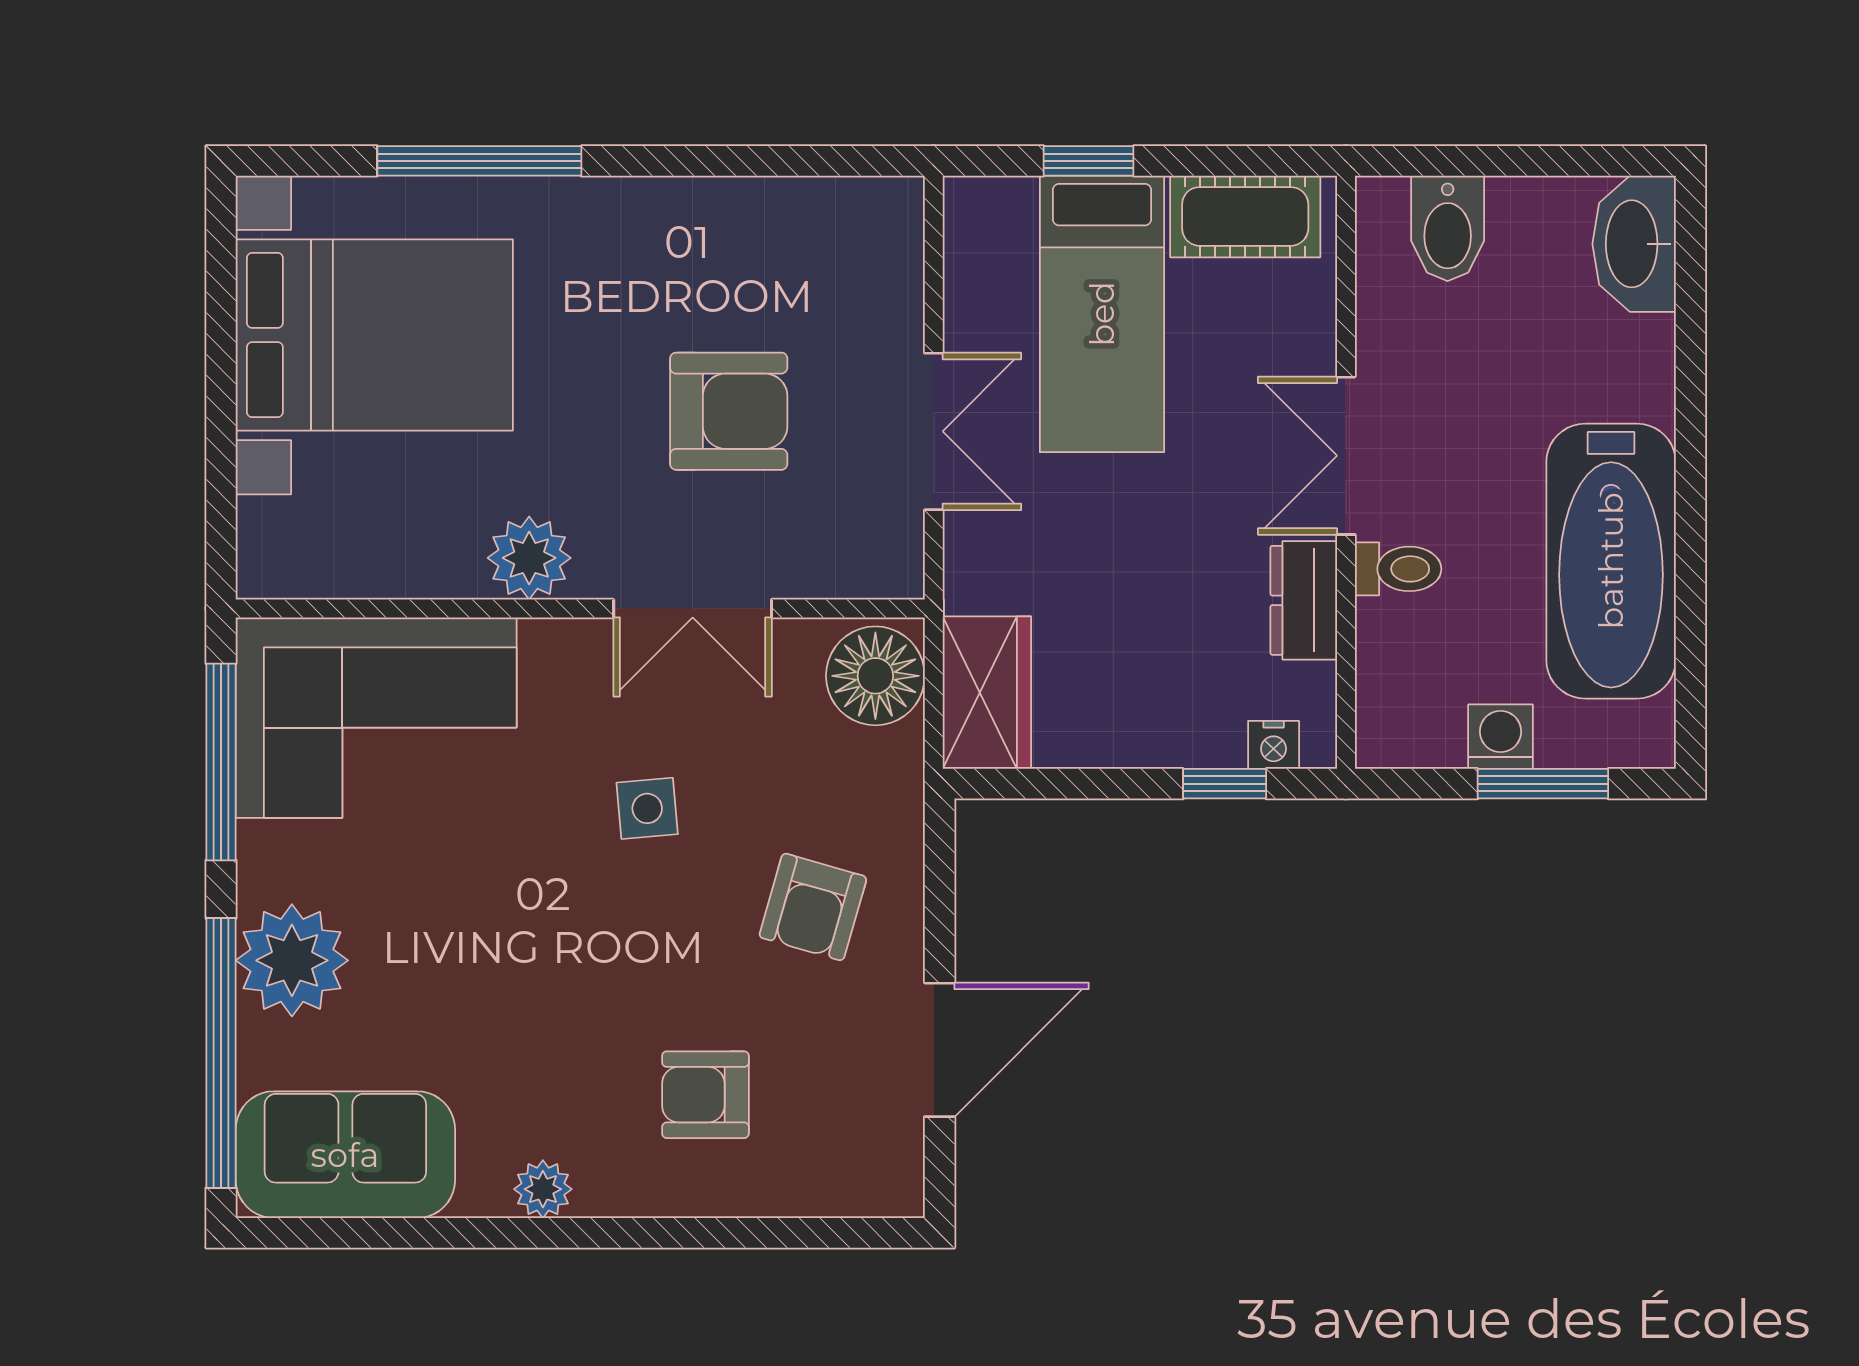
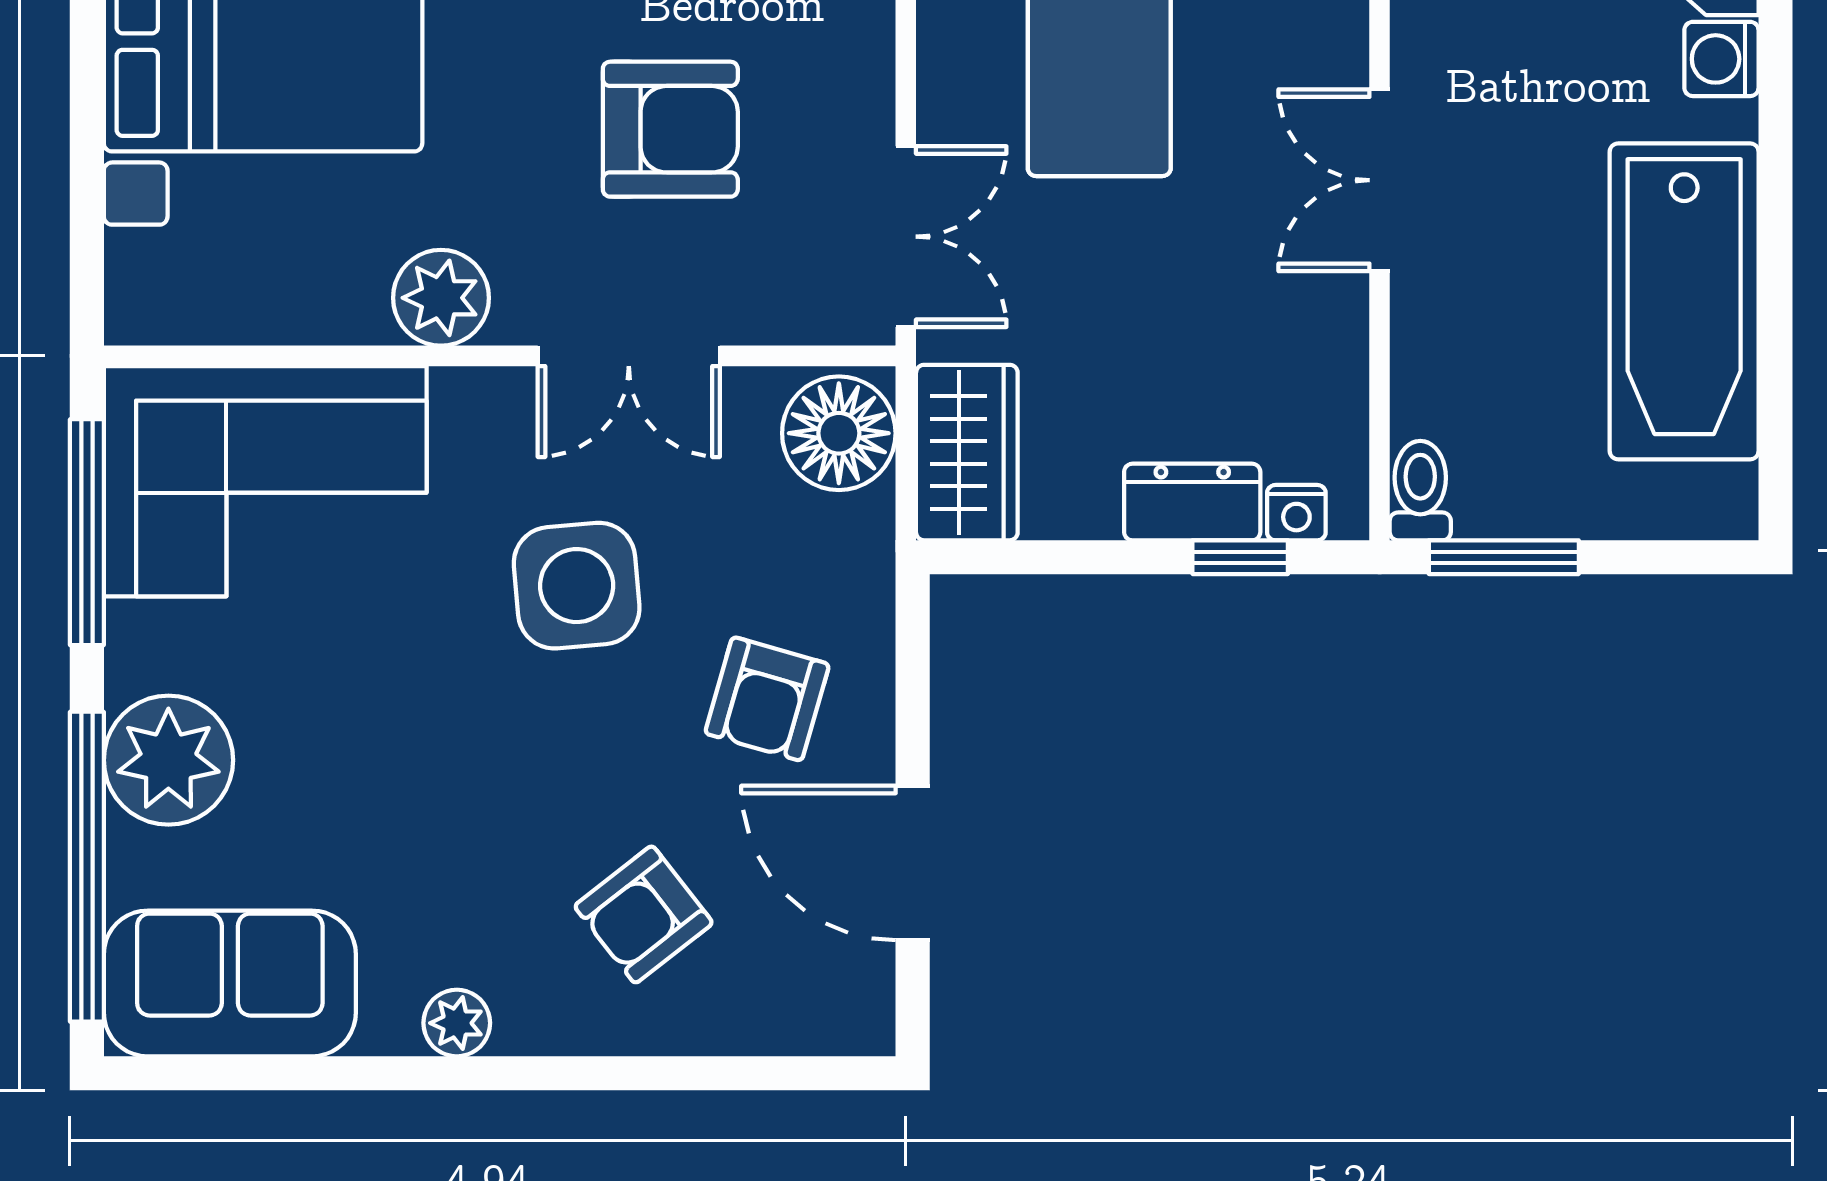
double door: (934, 431) -> (906, 237), moved
toilet: (1398, 569) -> (1420, 491), moved, turned -90
dresser: (1304, 600) -> (1192, 502), moved, turned 90
washing machine: (1501, 737) -> (1721, 59), moved, turned -90
window: (1543, 784) -> (1504, 557), moved
side table: (647, 808) -> (577, 586), width x1.87, depth x1.87
door: (940, 1050) -> (913, 863), swing flipped
armchair: (705, 1095) -> (644, 914), turned -38

